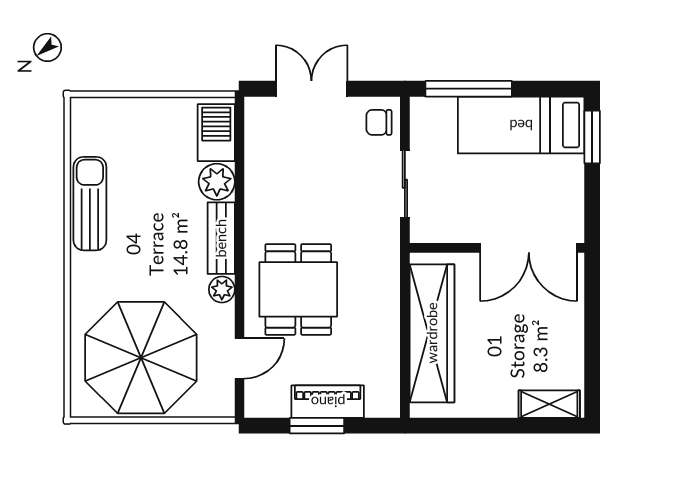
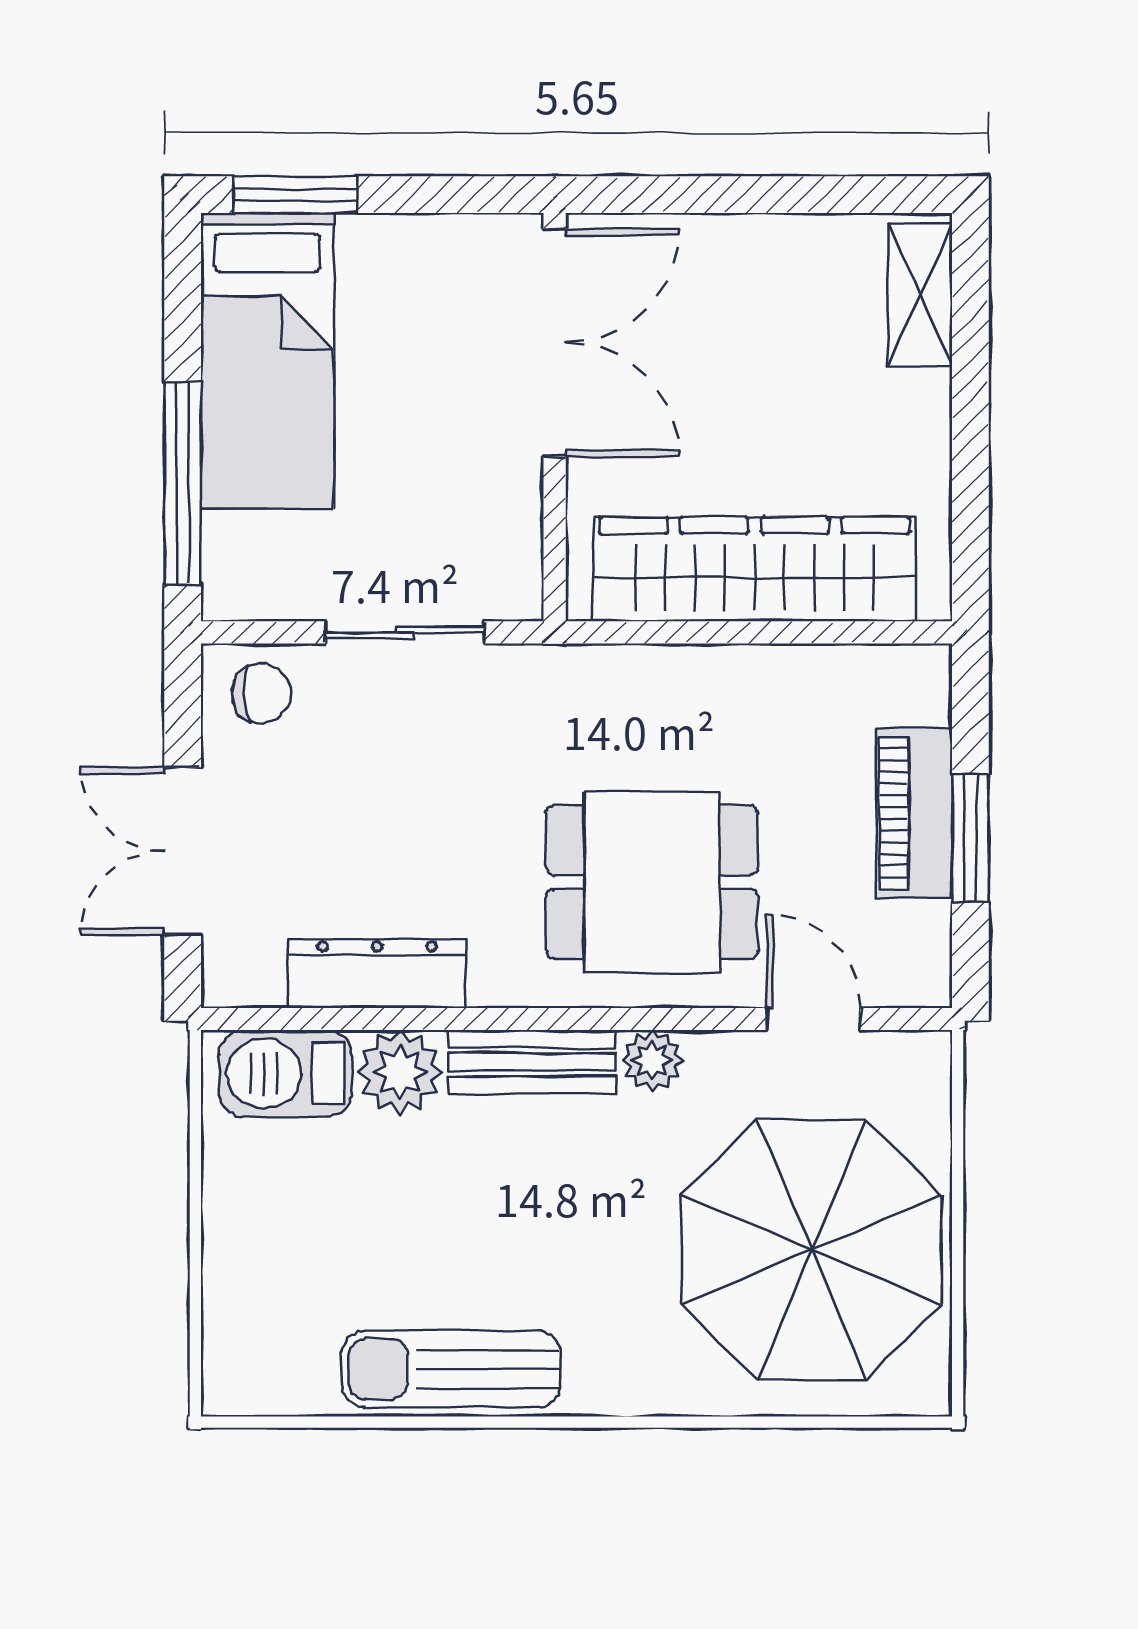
chair: (379, 122) -> (261, 693), turned -92
dresser: (259, 172) -> (377, 973), added

